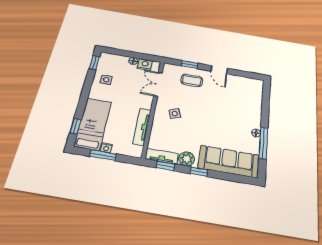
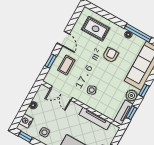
nightstand: (145, 64) -> (26, 121), moved
door: (219, 70) -> (63, 38), hinge flipped
rug: (245, 98) -> (96, 29), added
armchair: (224, 121) -> (111, 55), added

